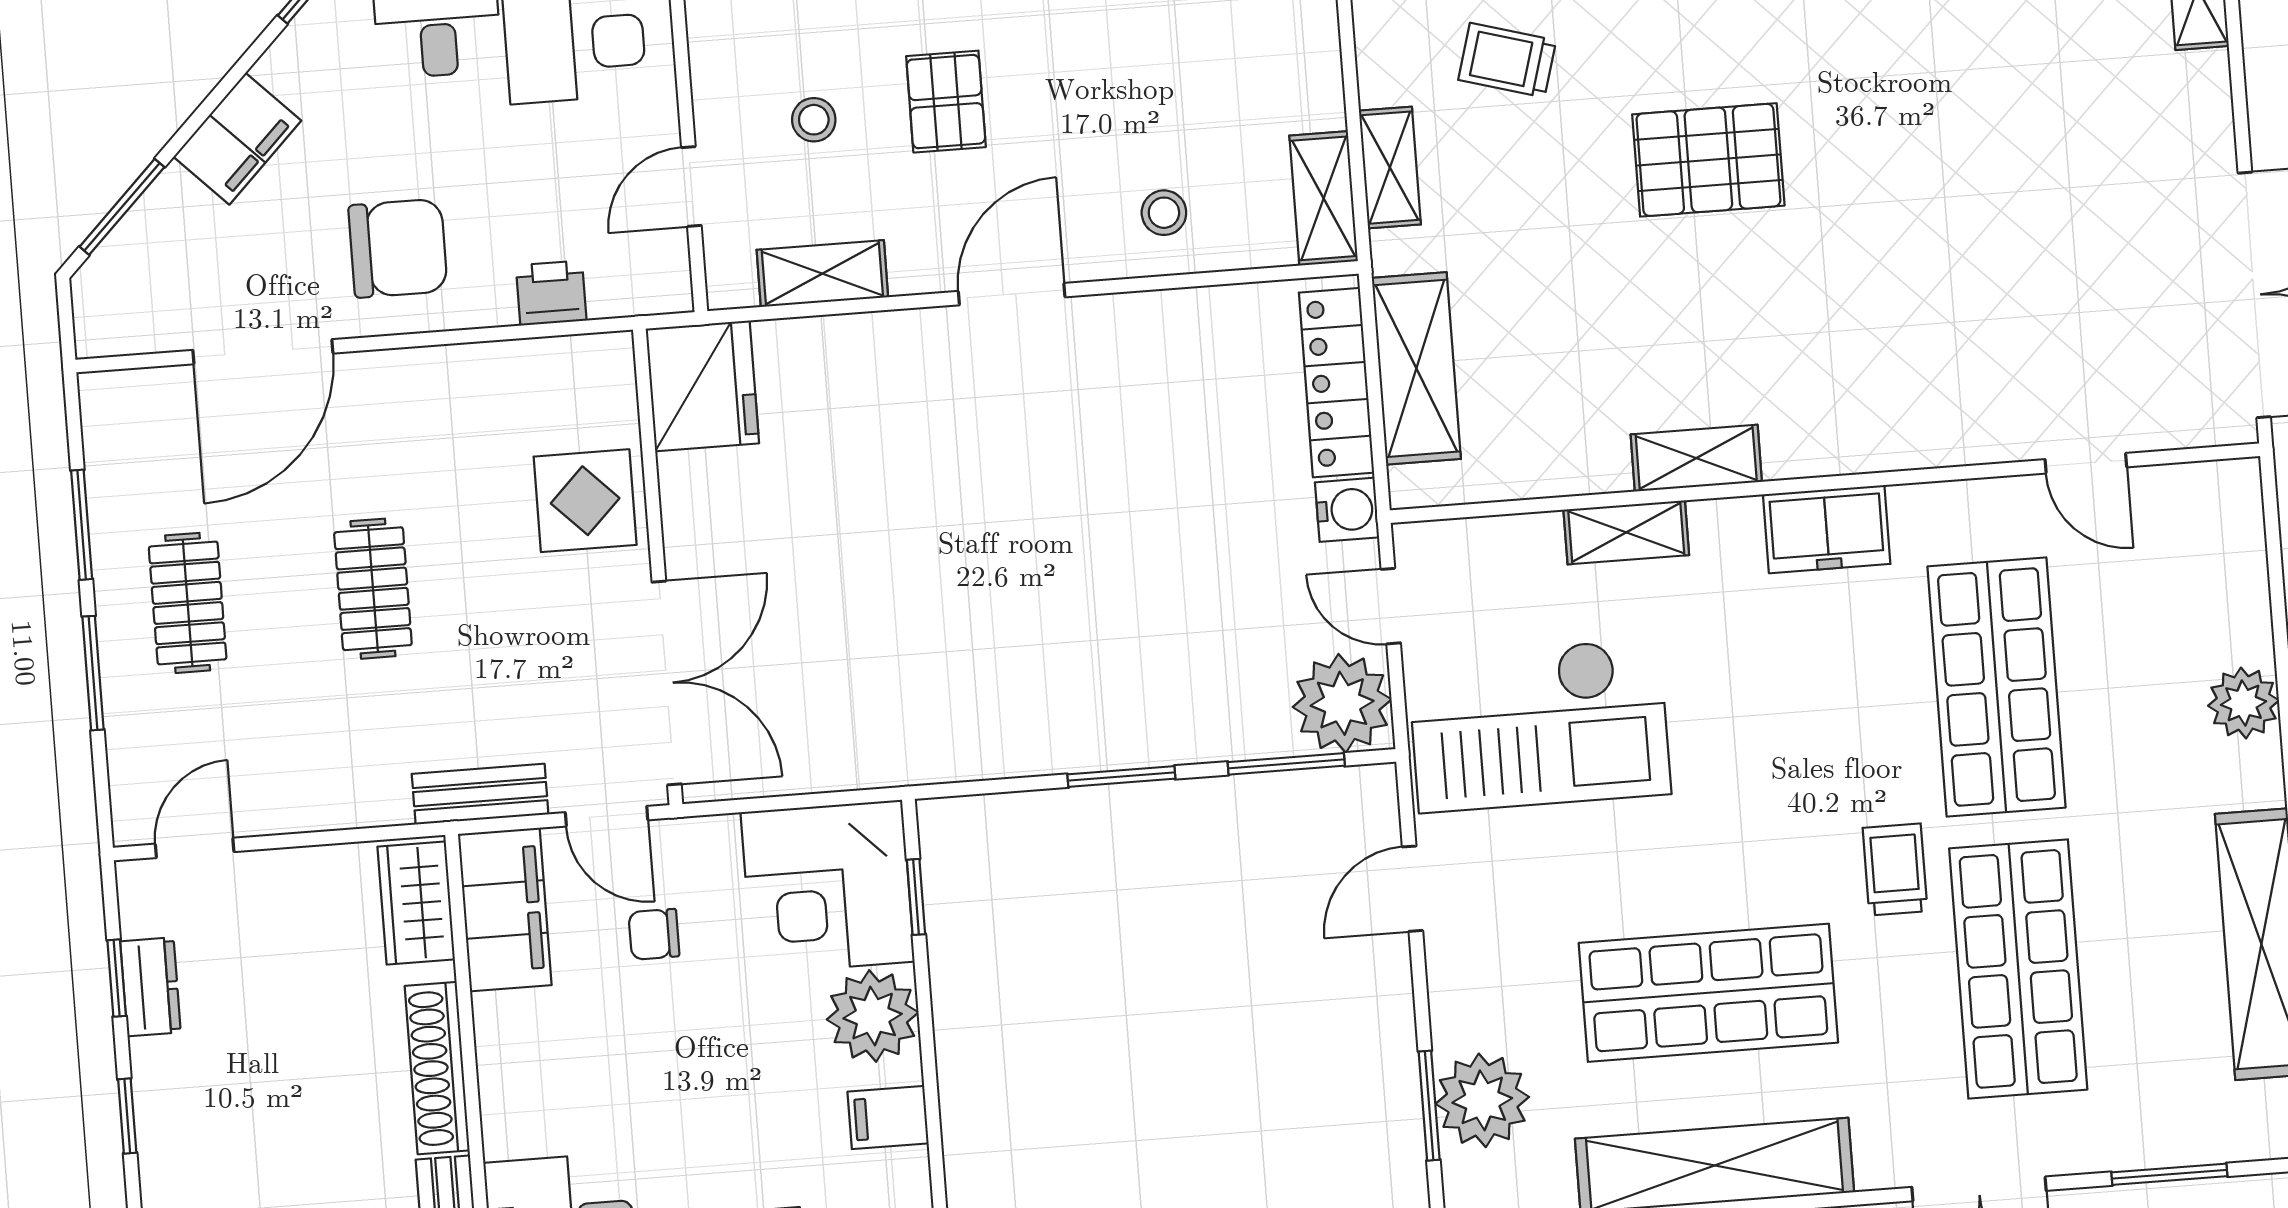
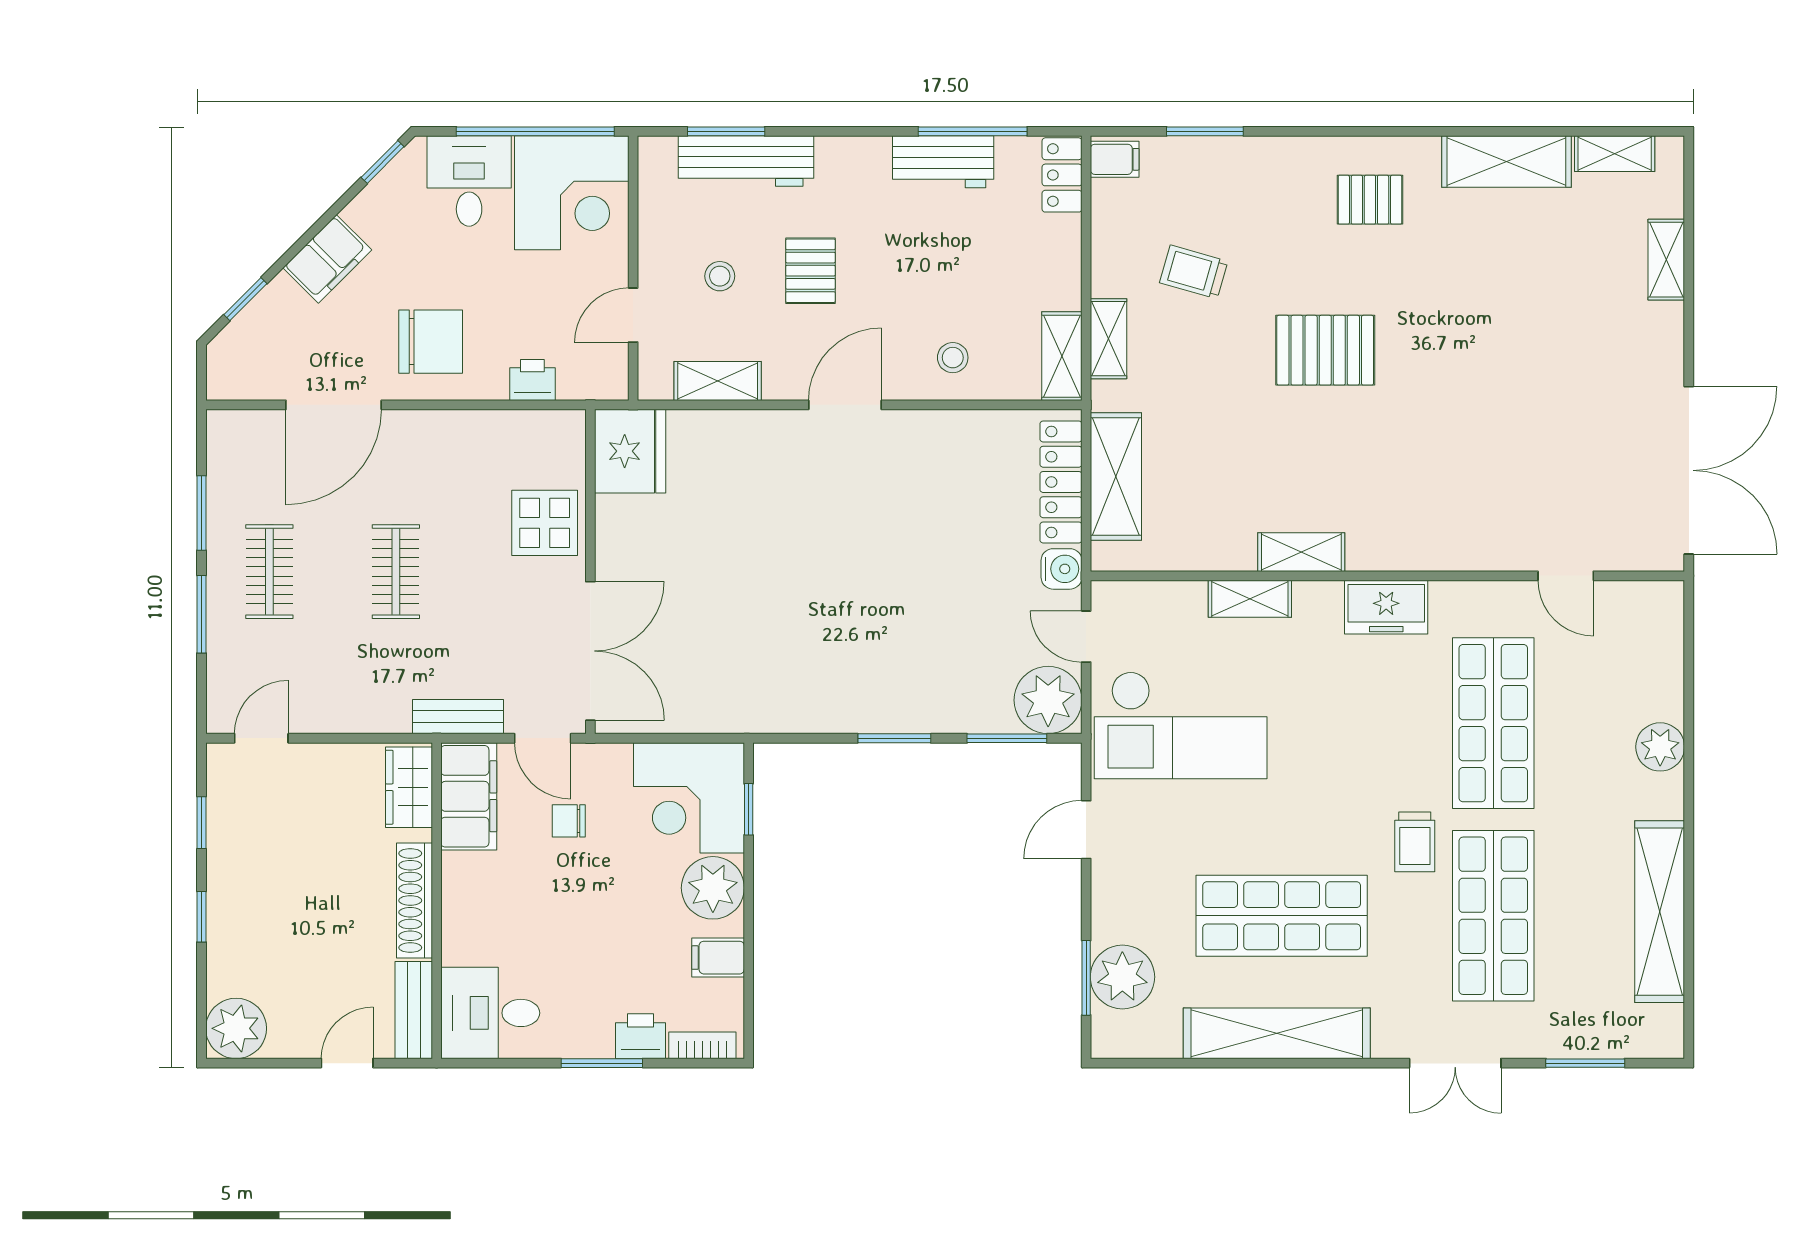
window: (122, 207) -> (245, 299), width x0.67
trolley: (1895, 870) -> (1415, 842), turned 180
dresser: (150, 987) -> (224, 830), removed

